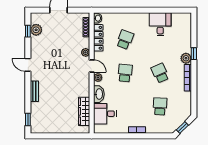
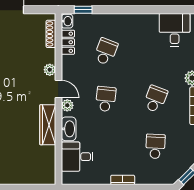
window: (109, 10) -> (83, 10), added
desk: (160, 24) -> (175, 30), moved
locker: (98, 38) -> (68, 42), width x0.66
school desk: (160, 73) -> (155, 99), turned 45
wardrobe: (84, 111) -> (48, 125), moved

